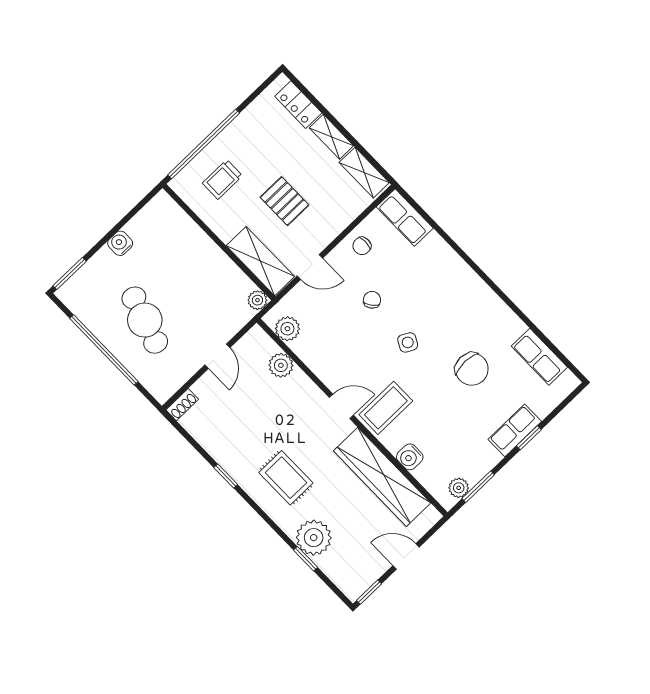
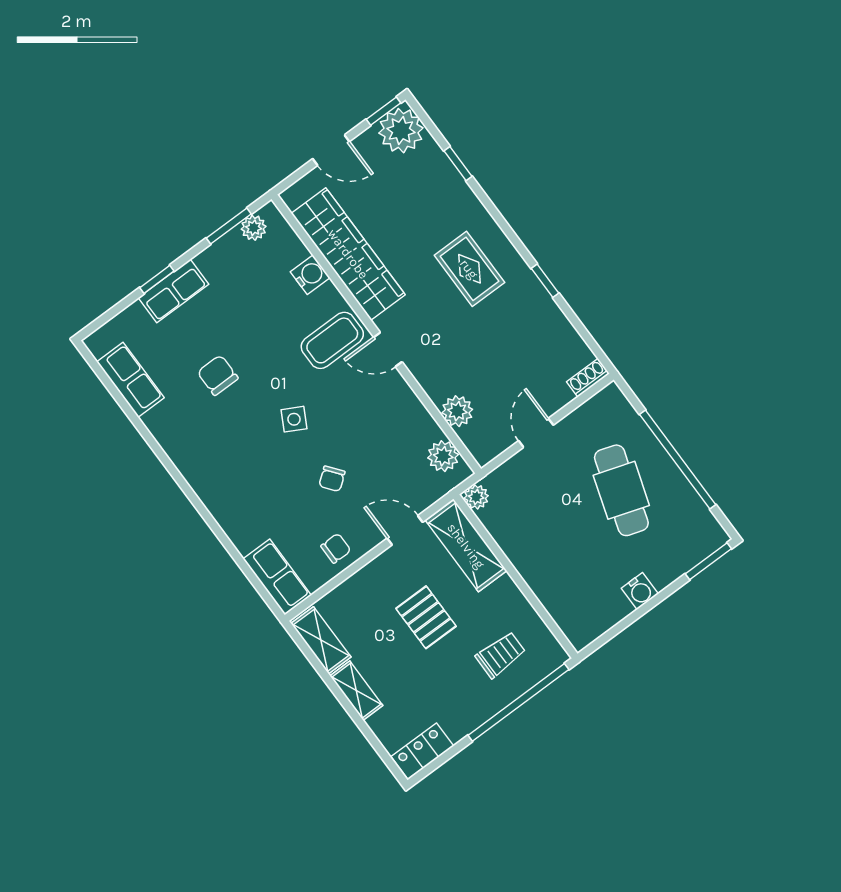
locker: (298, 105) -> (422, 751), moved, turned -90
chair: (472, 369) -> (218, 375), width x0.73, depth x0.73
plant: (314, 538) -> (401, 131), moved

